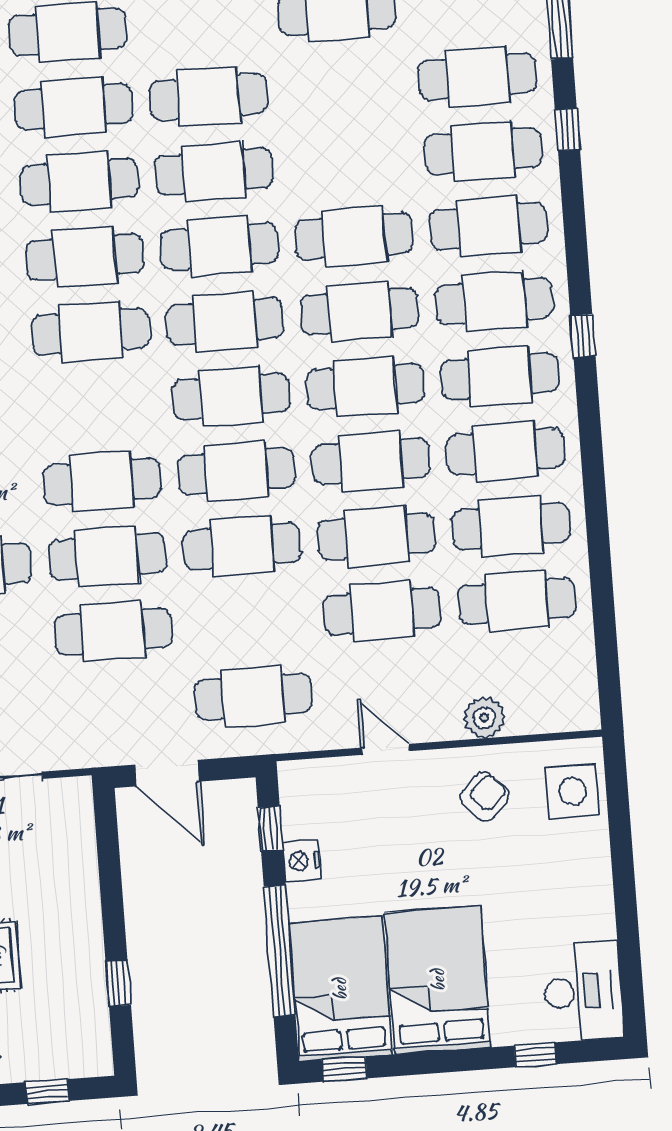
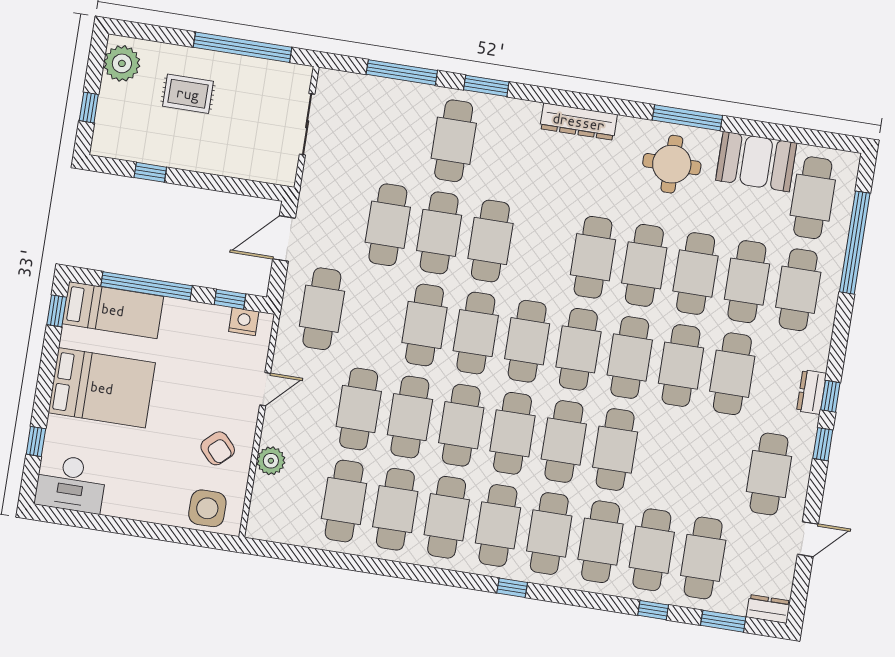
nightstand: (302, 861) -> (244, 322), moved
bed: (340, 989) -> (113, 310), width x0.67

